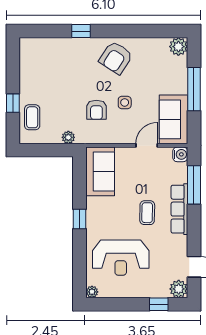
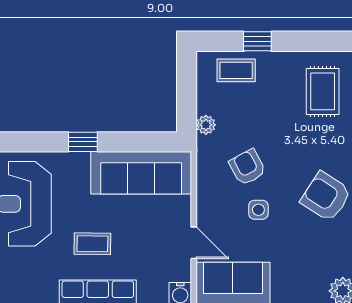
rug: (46, 60) -> (323, 91), added
armchair: (96, 110) -> (247, 167), turned 62
sofa: (100, 171) -> (141, 173), width x1.36

